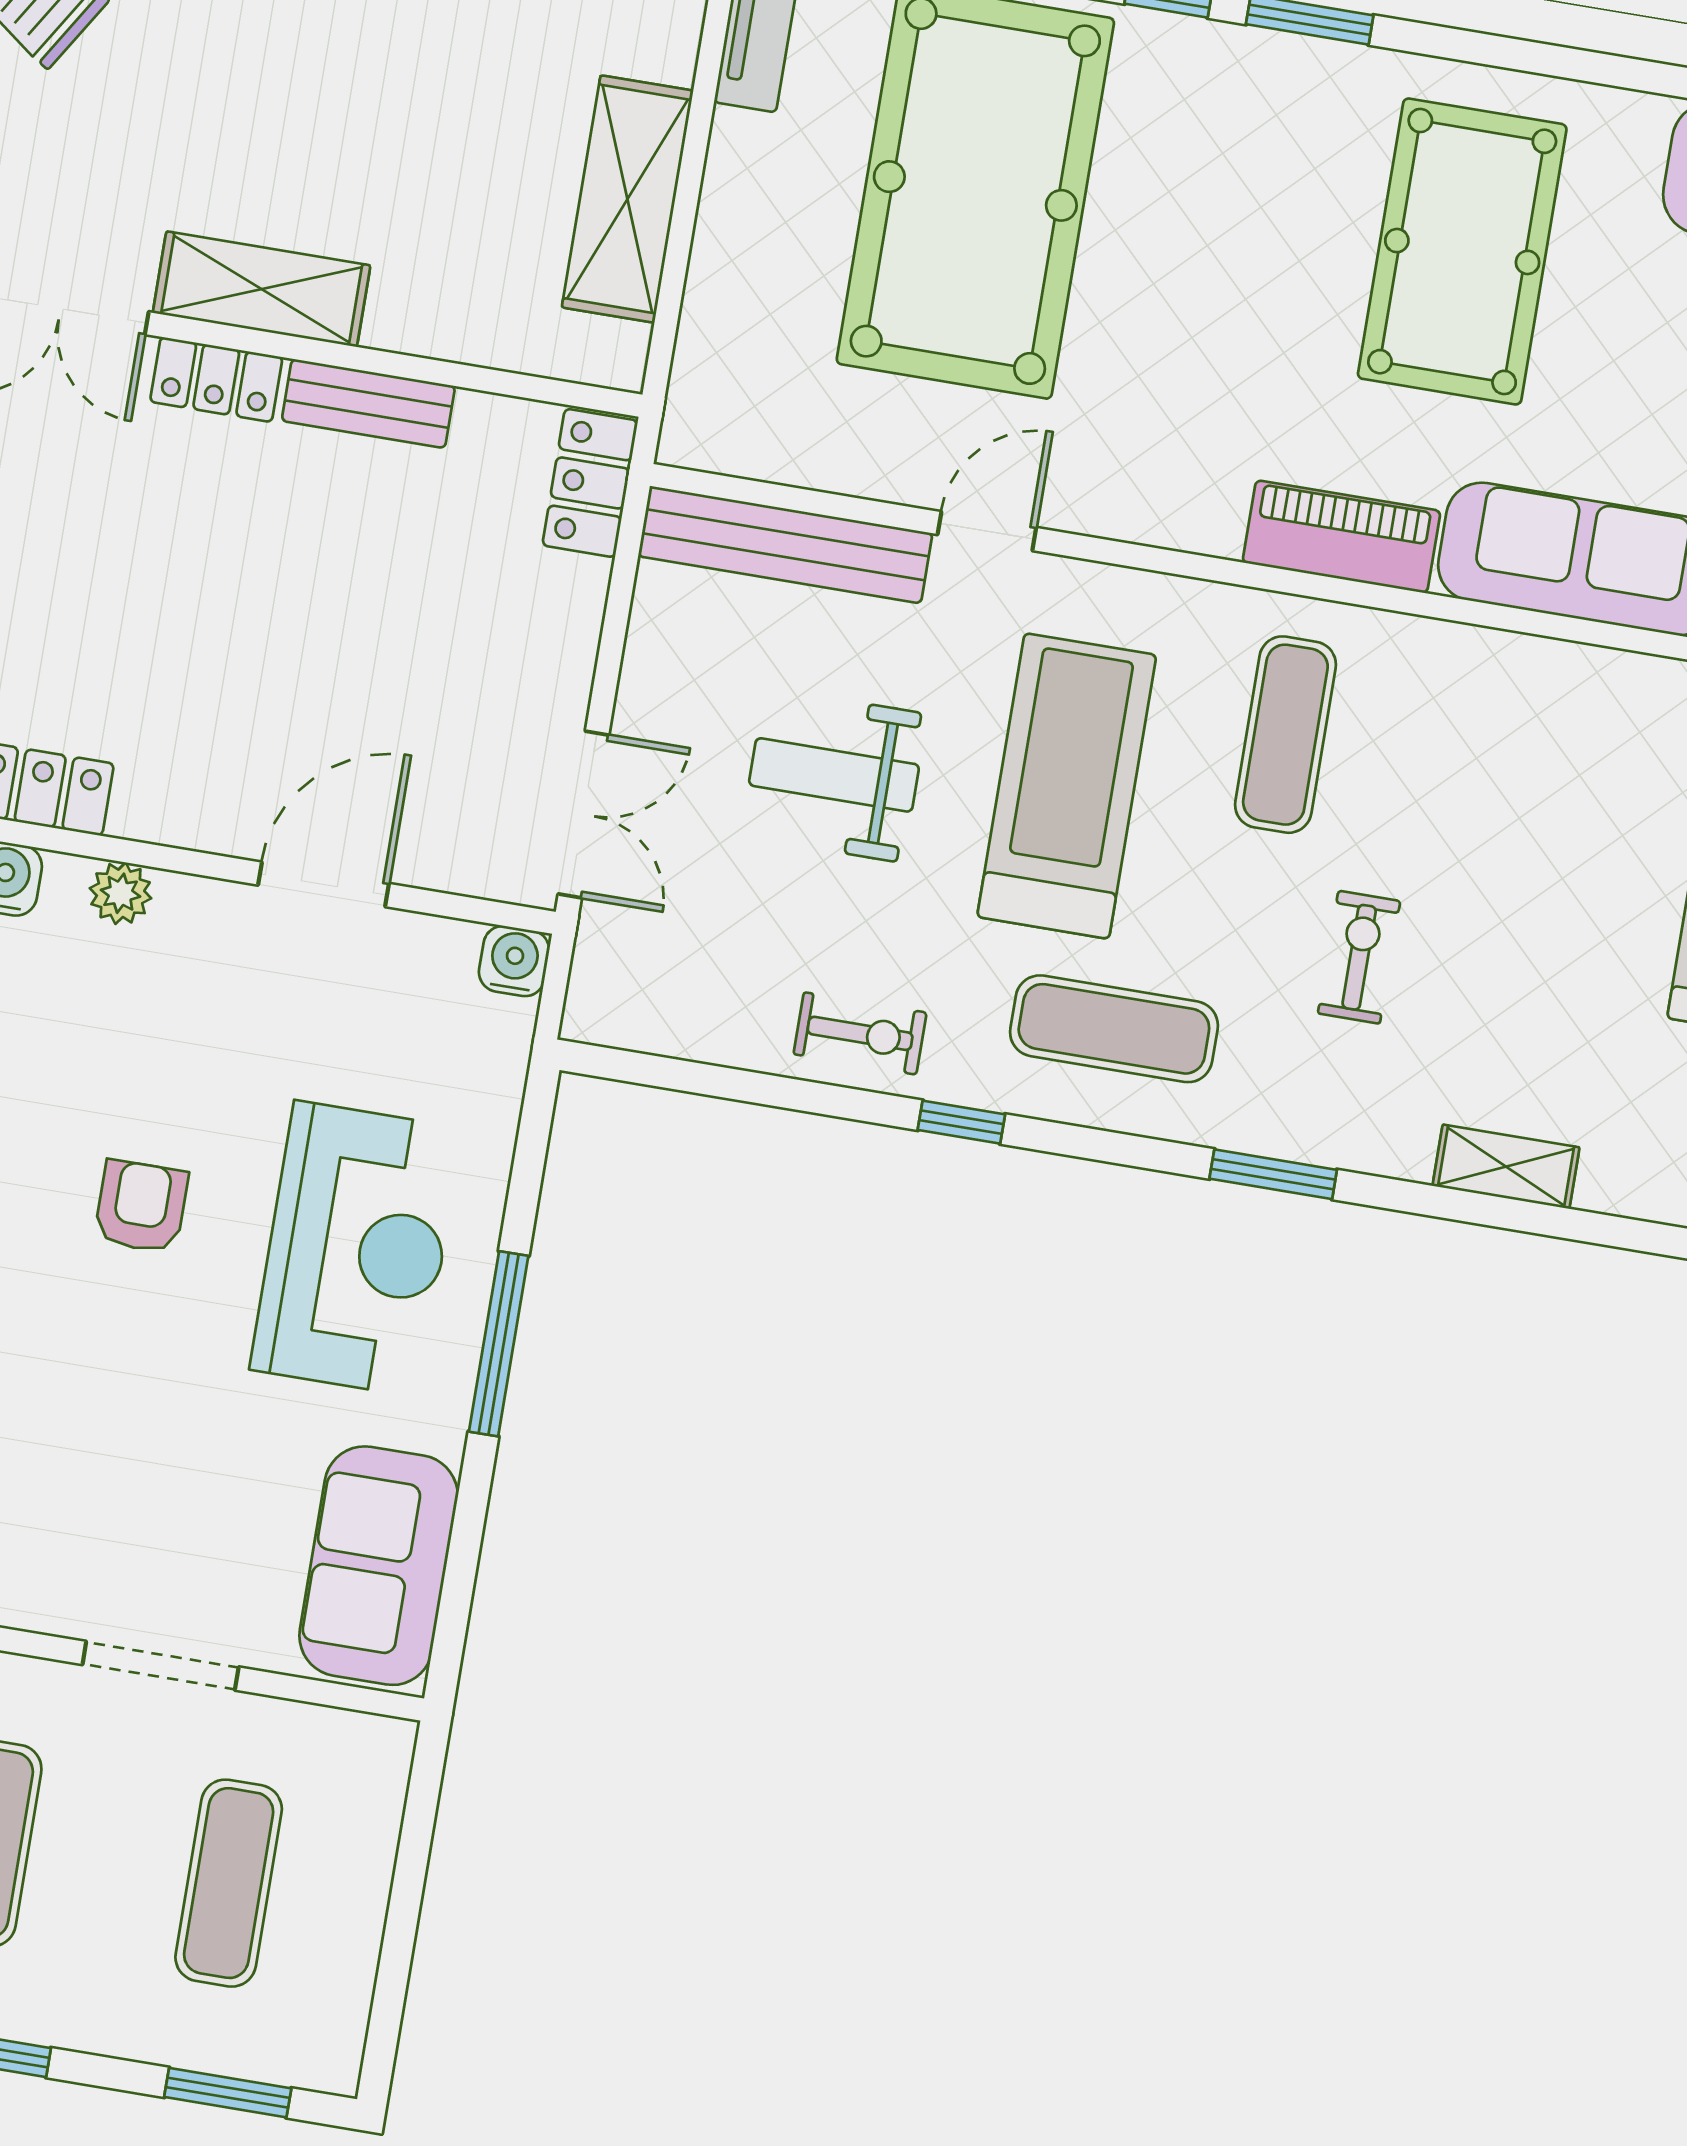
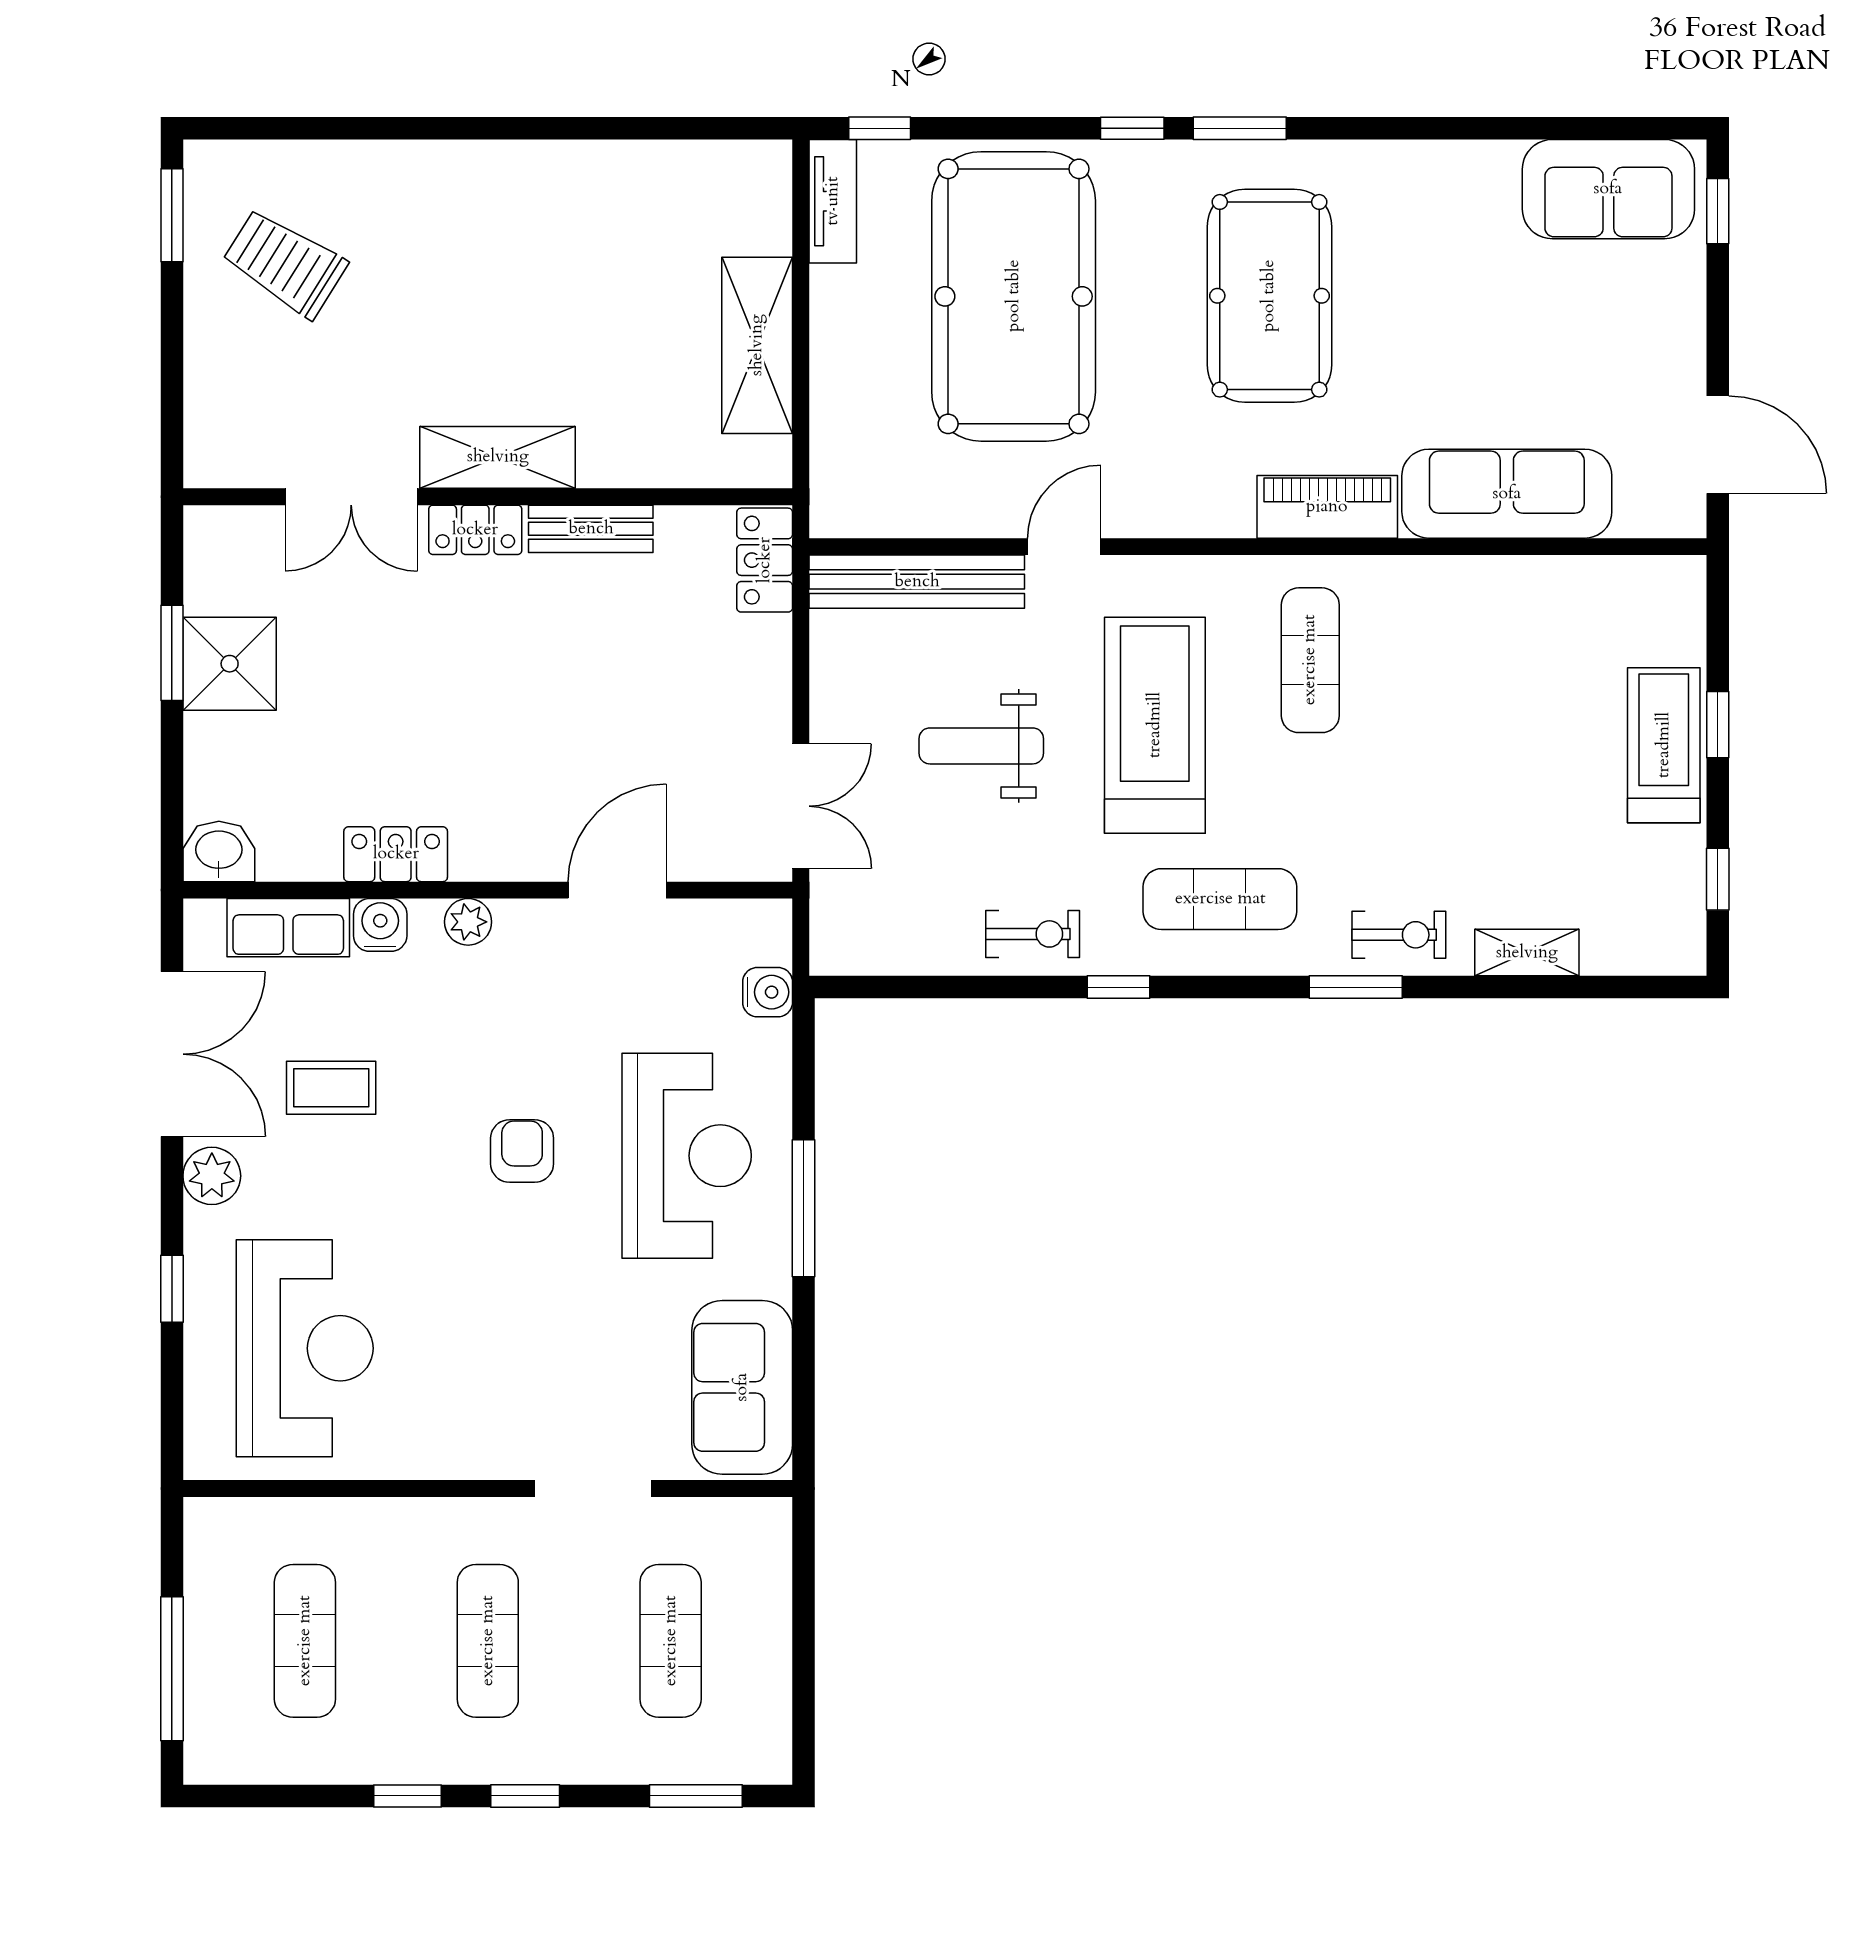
pool table: (1462, 251) -> (1269, 296), moved
exercise bike: (1359, 957) -> (1399, 935), moved, turned 90
water cooler: (514, 961) -> (768, 992), moved, turned 90

